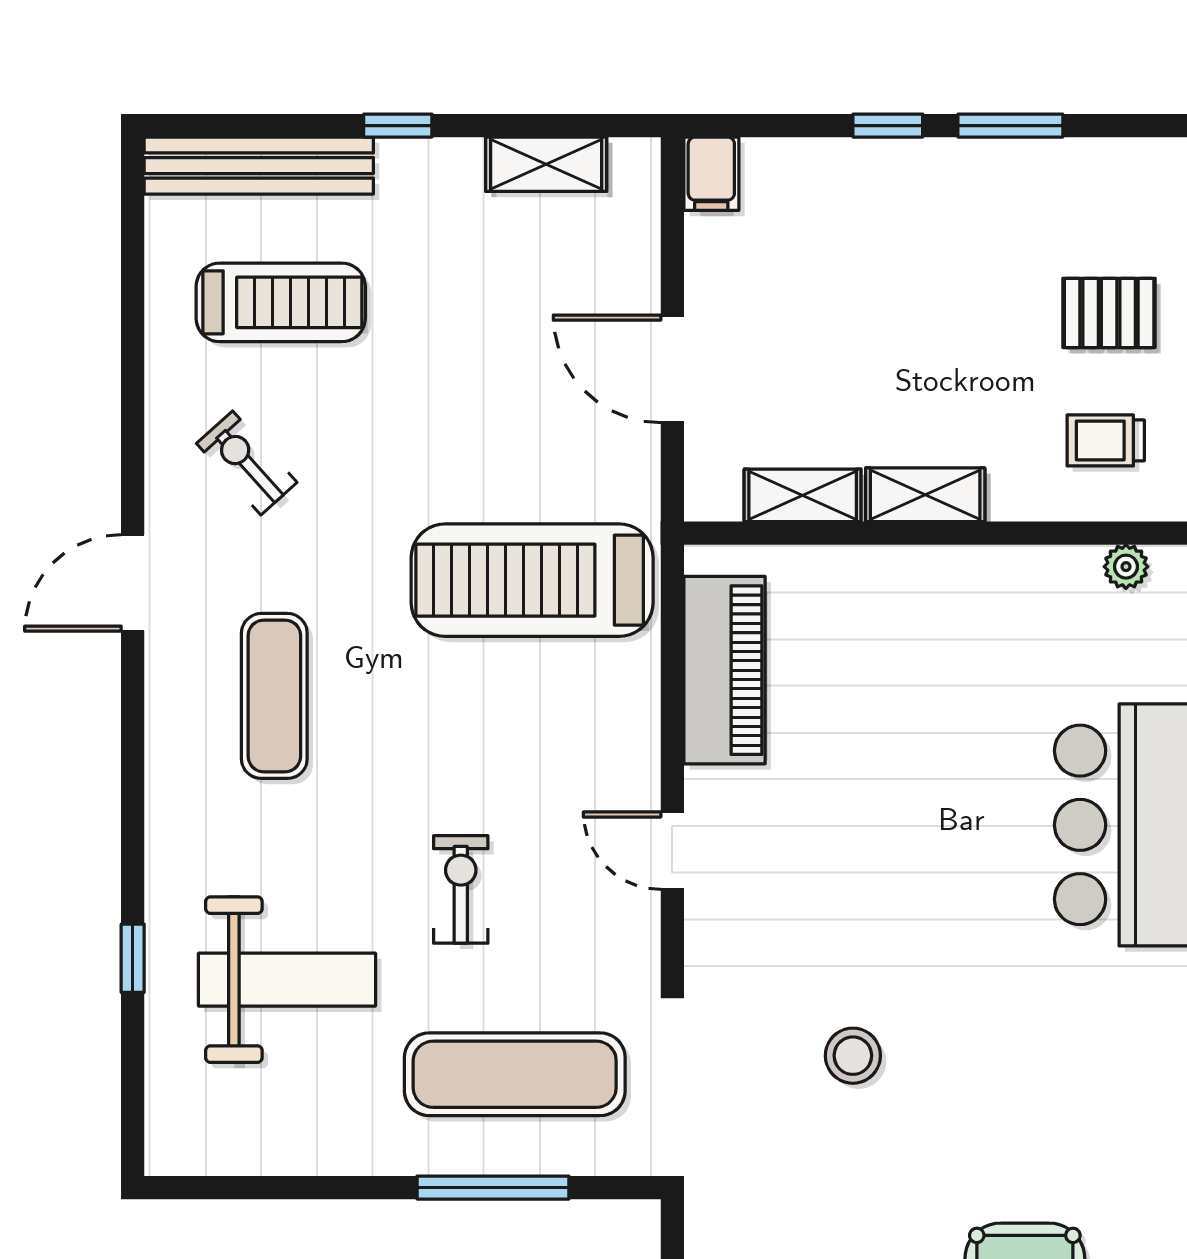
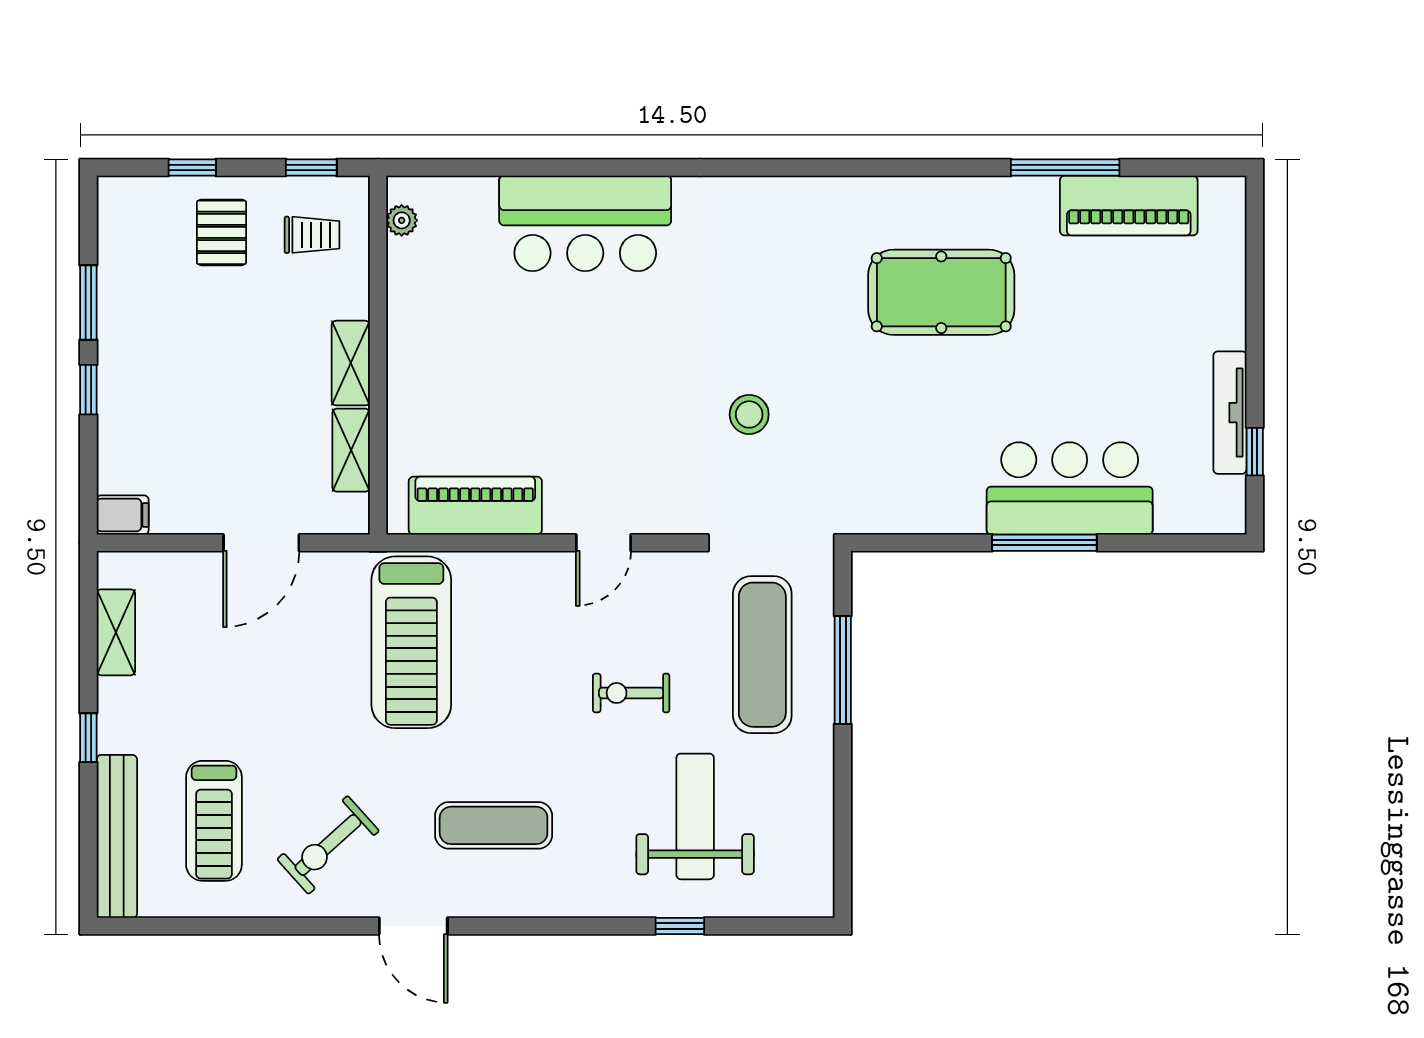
treadmill: (281, 302) -> (214, 821), turned 180
trolley: (1106, 440) -> (312, 235), turned -90
exercise bike: (247, 463) -> (328, 845), width x1.38, depth x1.39

